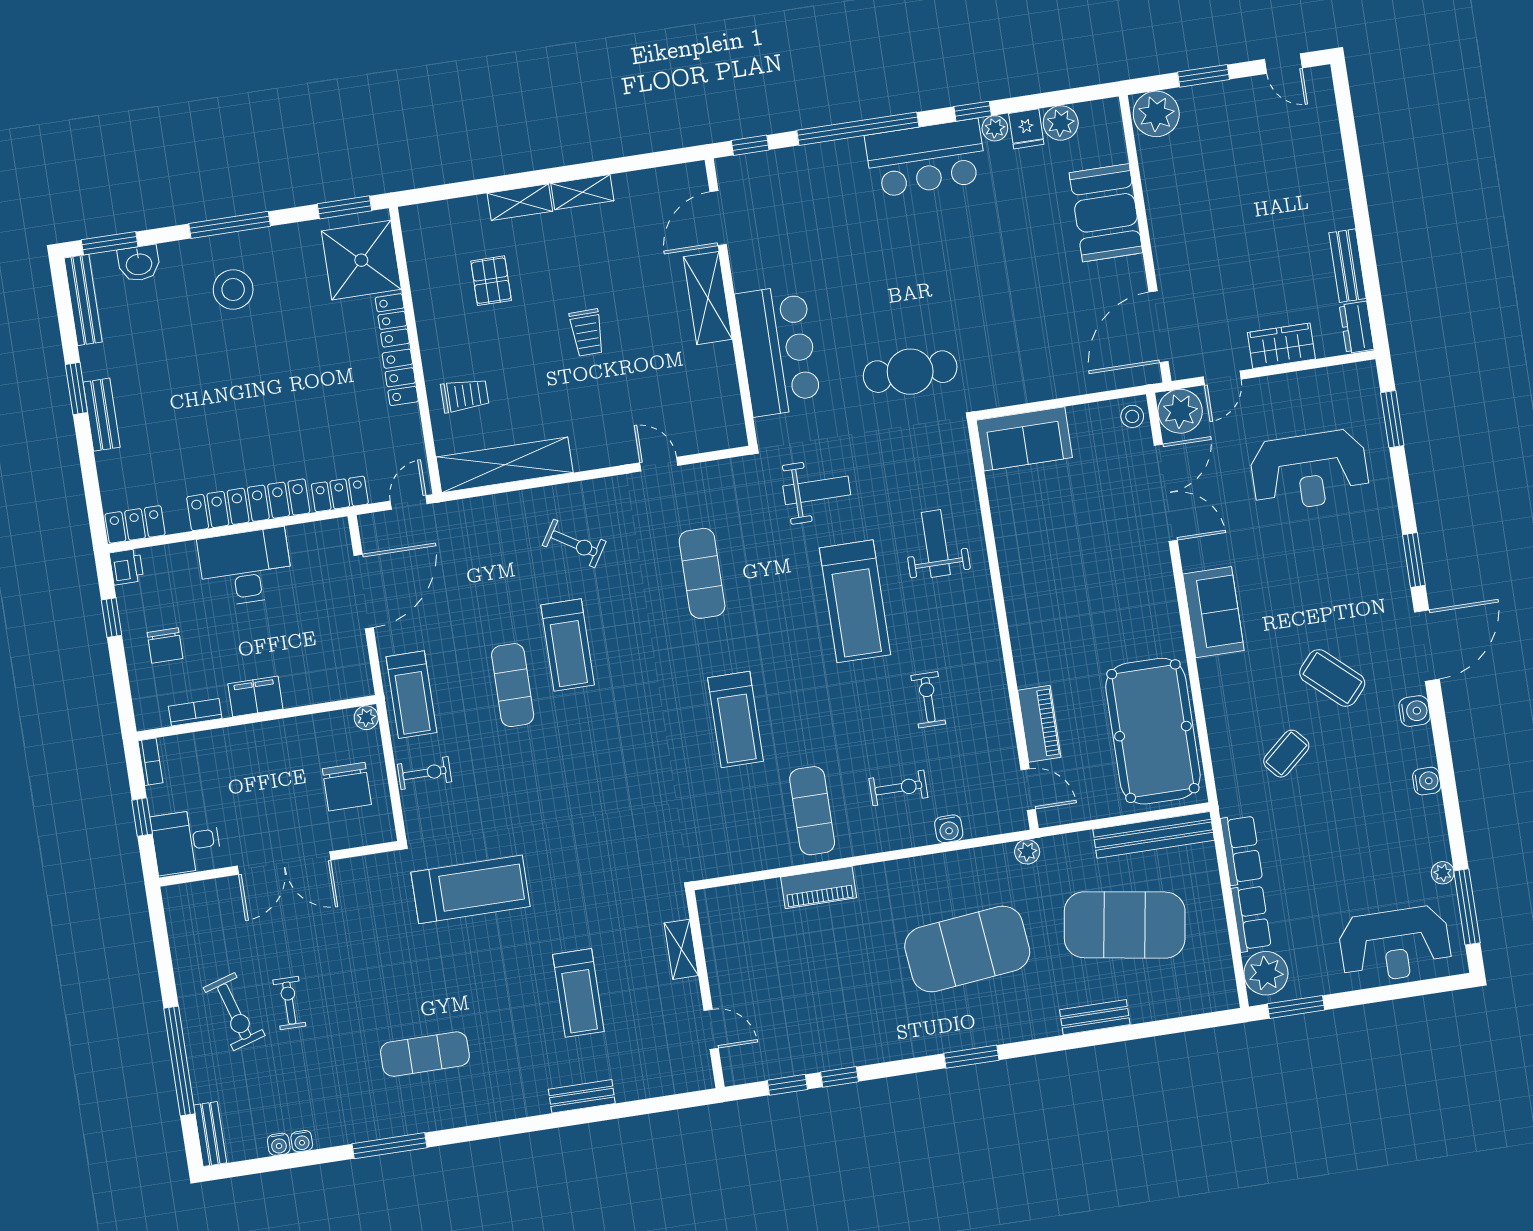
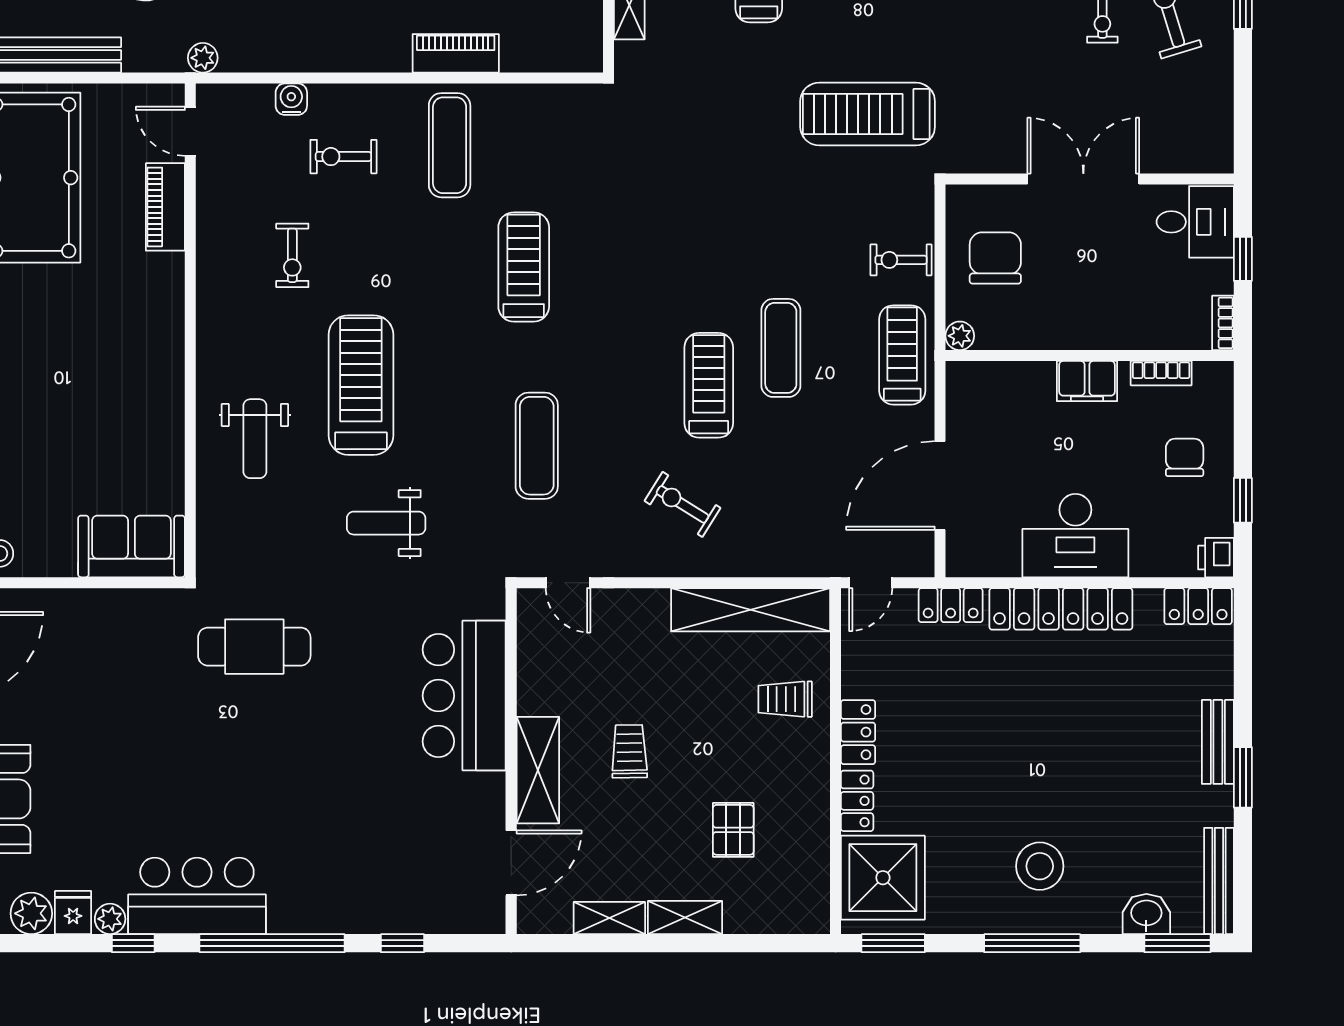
door: (718, 218) -> (511, 863), moved
shelving: (708, 298) -> (538, 770), moved
wall: (731, 302) -> (511, 761), moved
bar counter: (778, 350) -> (464, 696), moved

